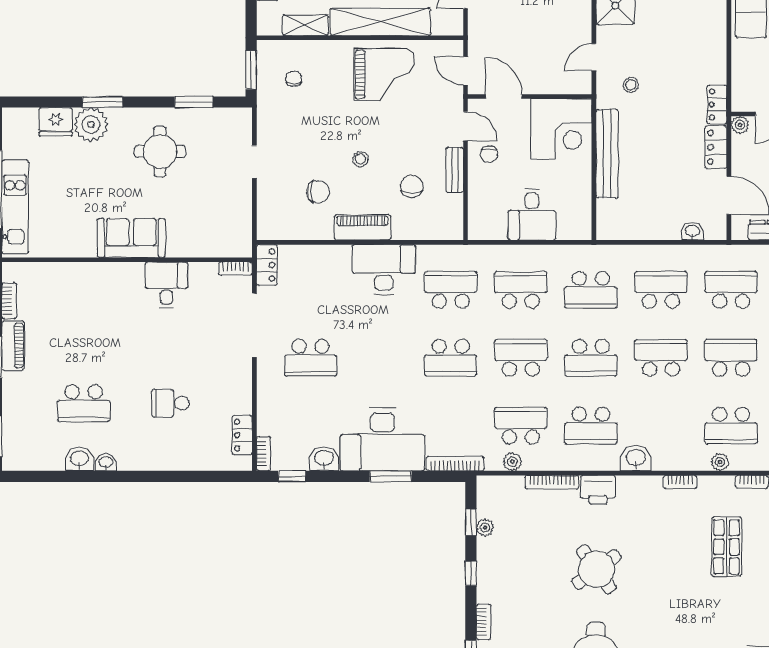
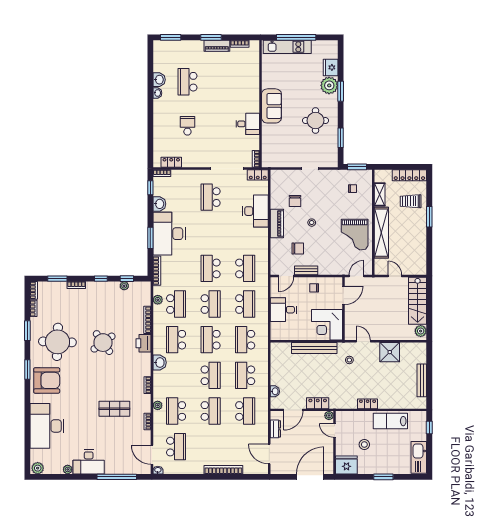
locker: (717, 104) -> (368, 404), moved
door: (465, 126) -> (286, 276), moved
desk: (384, 269) -> (256, 211), moved
school desk: (661, 290) -> (245, 375), turned 180

